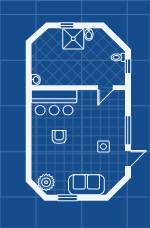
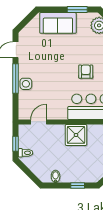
shower: (73, 39) -> (76, 135), moved
armchair: (59, 137) -> (86, 72), turned 180
side table: (103, 147) -> (26, 84), moved

